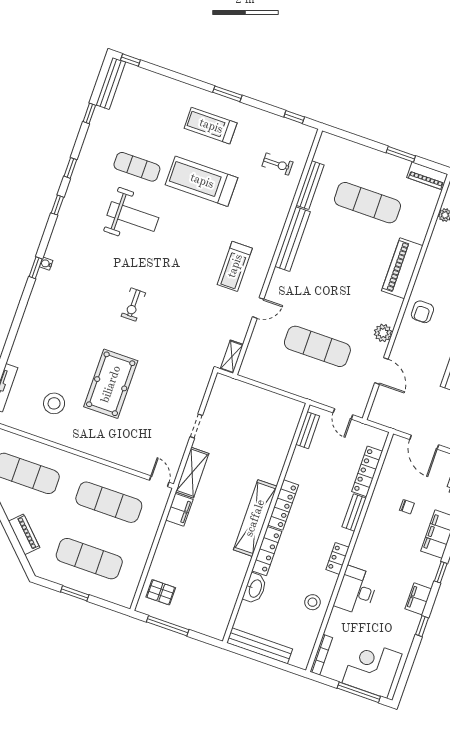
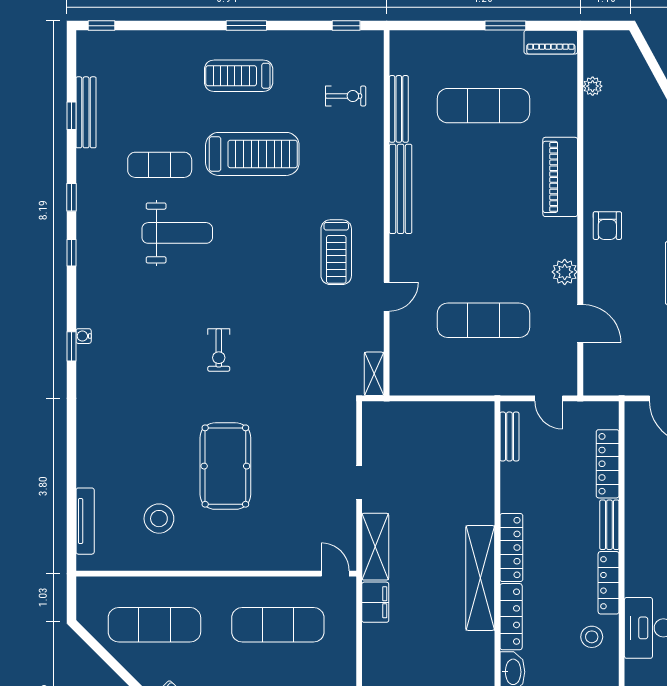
bench: (111, 83) -> (86, 112), moved
treadmill: (202, 181) -> (252, 154), turned 180
locker: (337, 558) -> (609, 583), width x1.53
stool: (312, 602) -> (592, 637), moved

